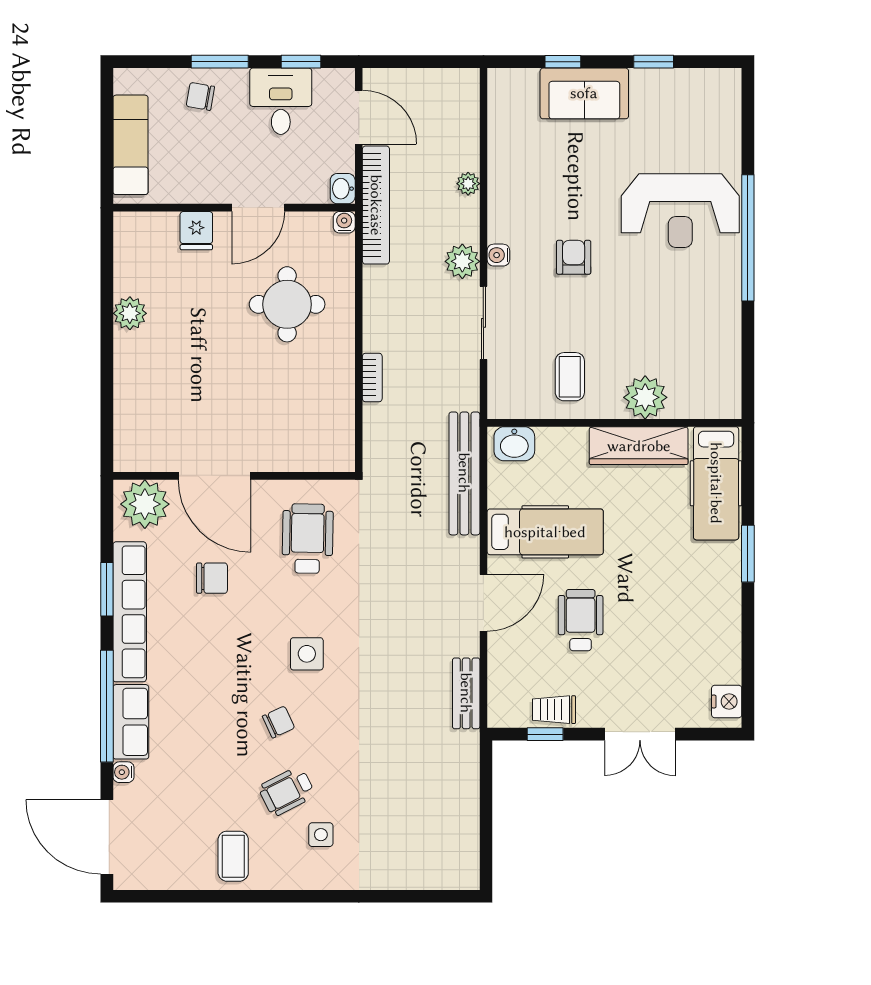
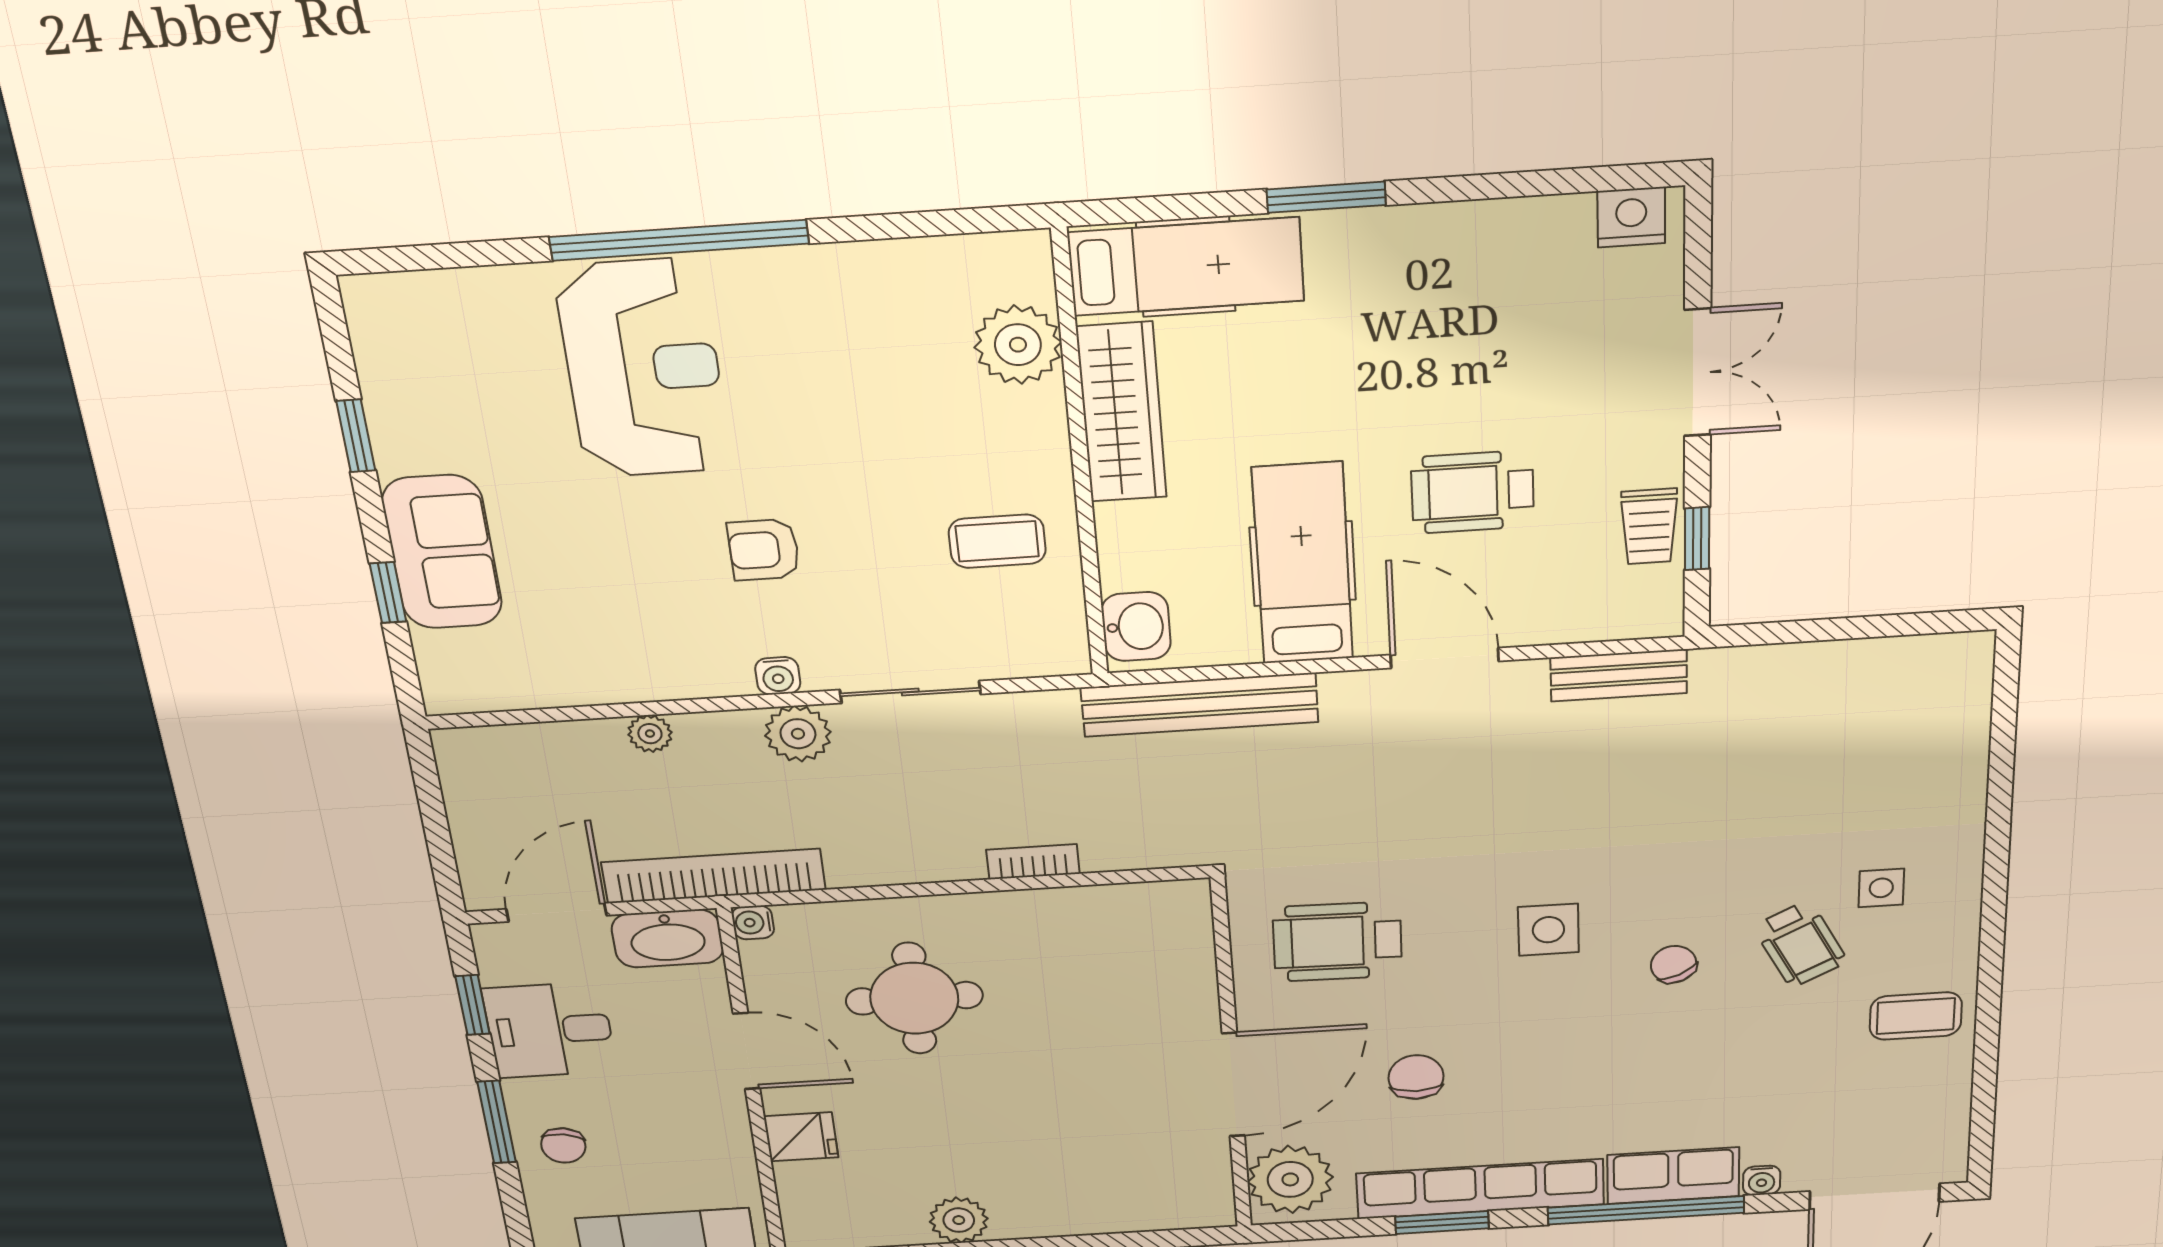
washbasin: (343, 189) -> (667, 938), width x1.91, depth x1.45
plant: (645, 397) -> (1018, 345), moved

